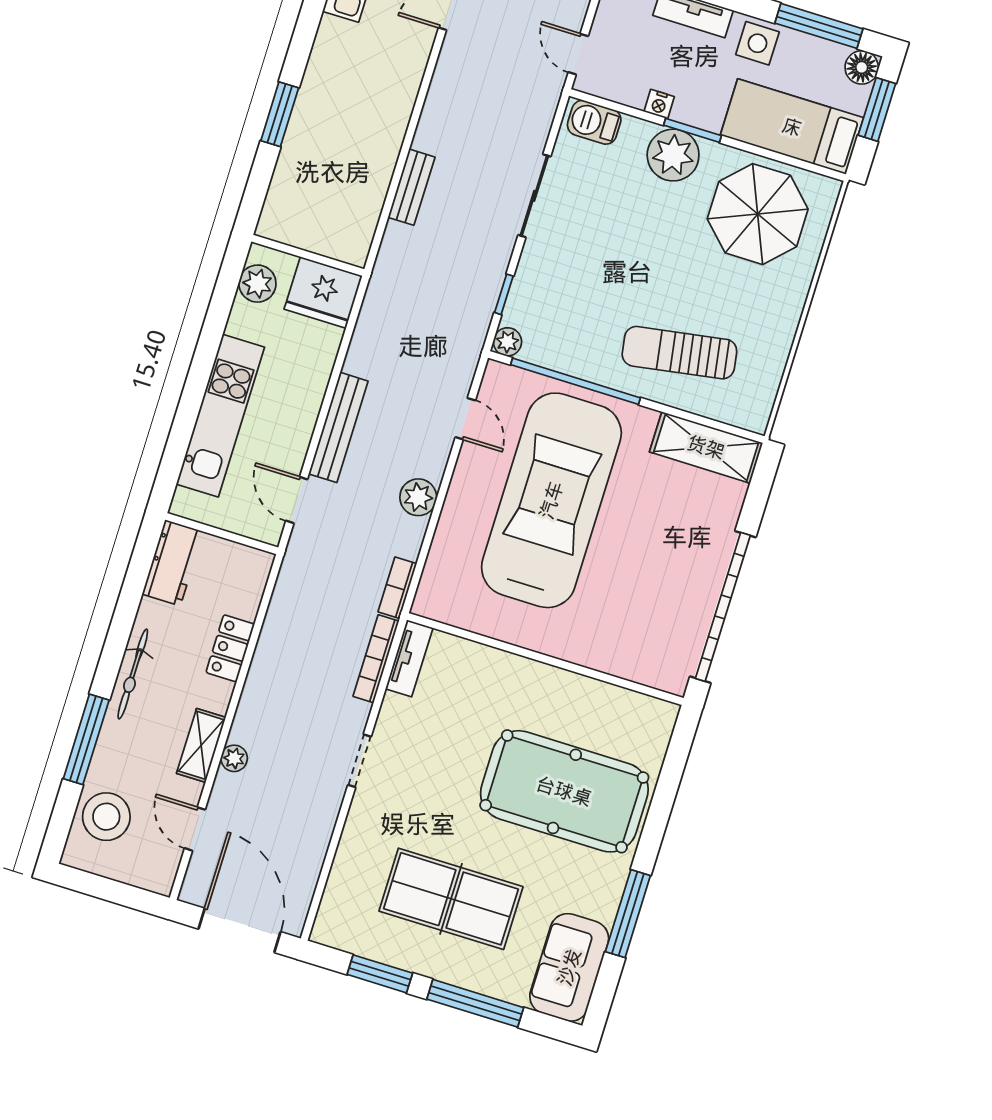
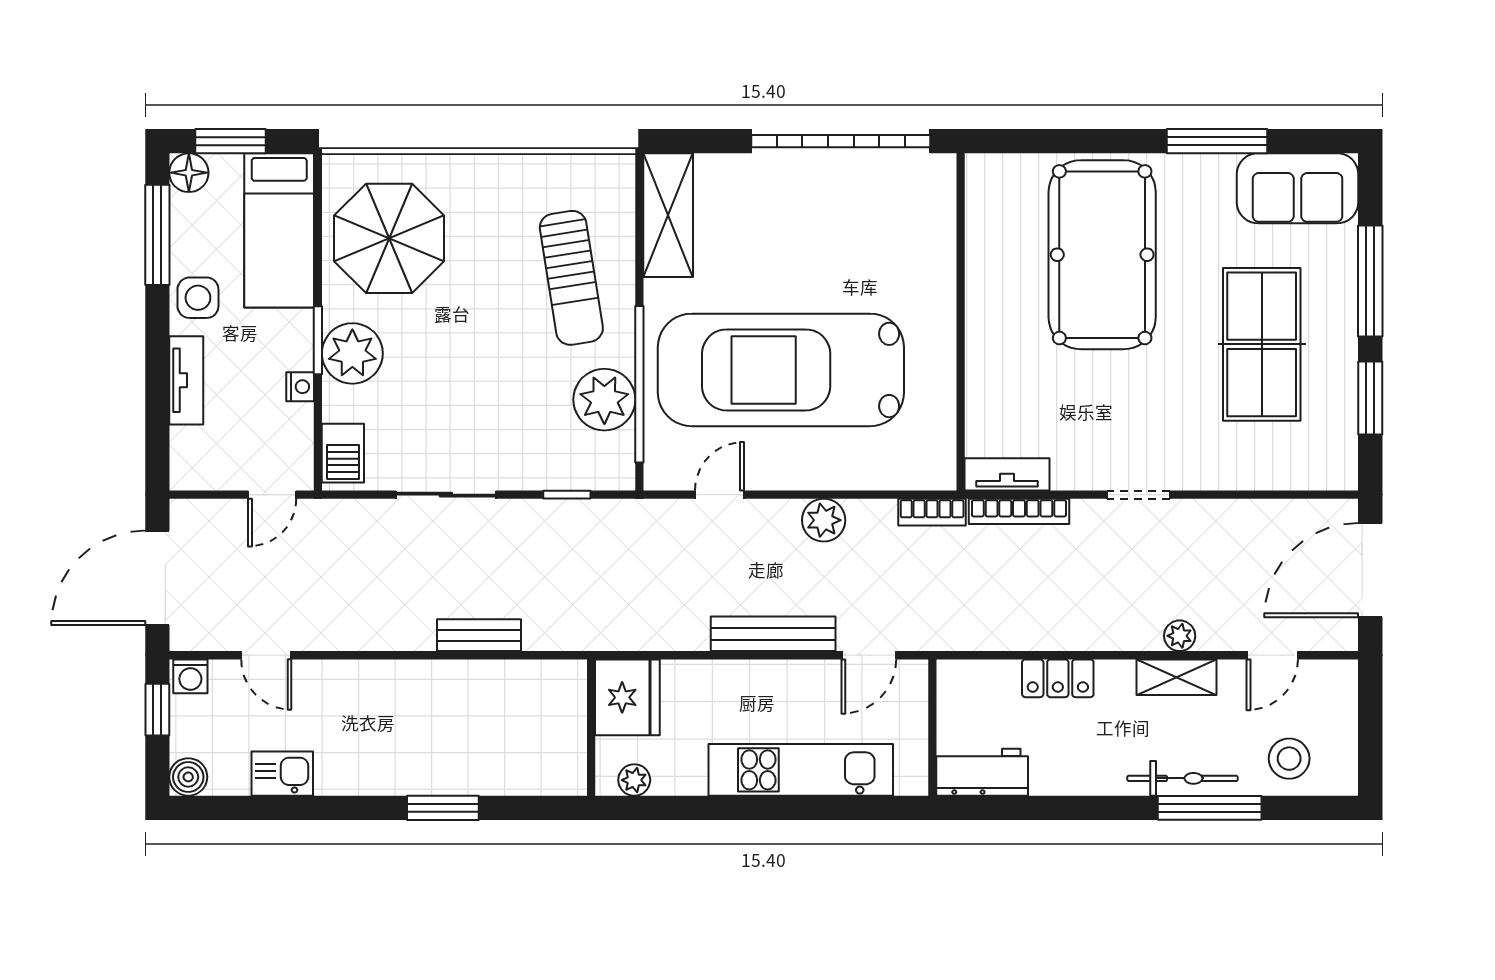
plant: (257, 284) -> (634, 780), width x0.73, depth x0.73
plant: (507, 342) -> (604, 400), moved, width x1.88, depth x1.88
bicycle: (133, 674) -> (1182, 778), moved
stool: (106, 817) -> (1289, 759), width x0.73, depth x0.73

